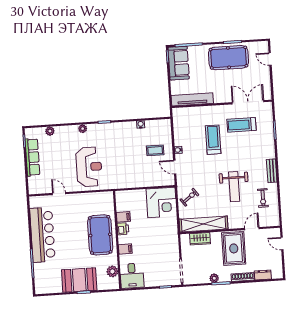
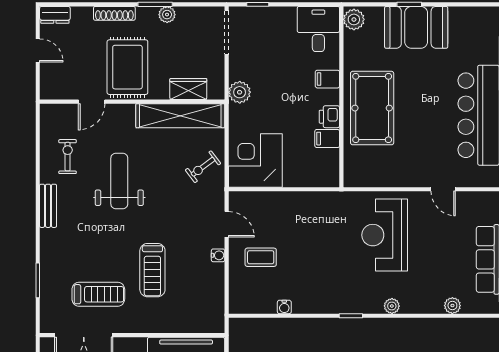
plant: (172, 239) -> (240, 92), added
door: (282, 244) -> (38, 50), moved
plant: (112, 271) -> (354, 19), moved
dresser: (263, 275) -> (55, 15), moved

